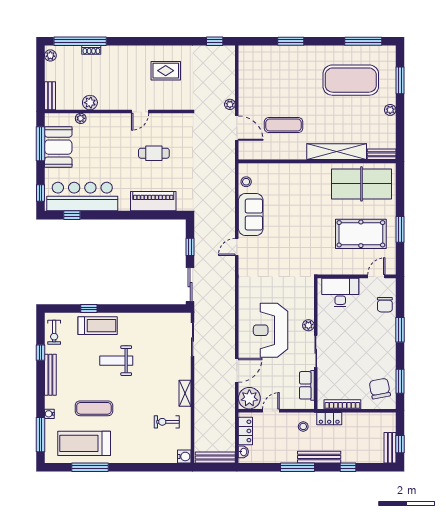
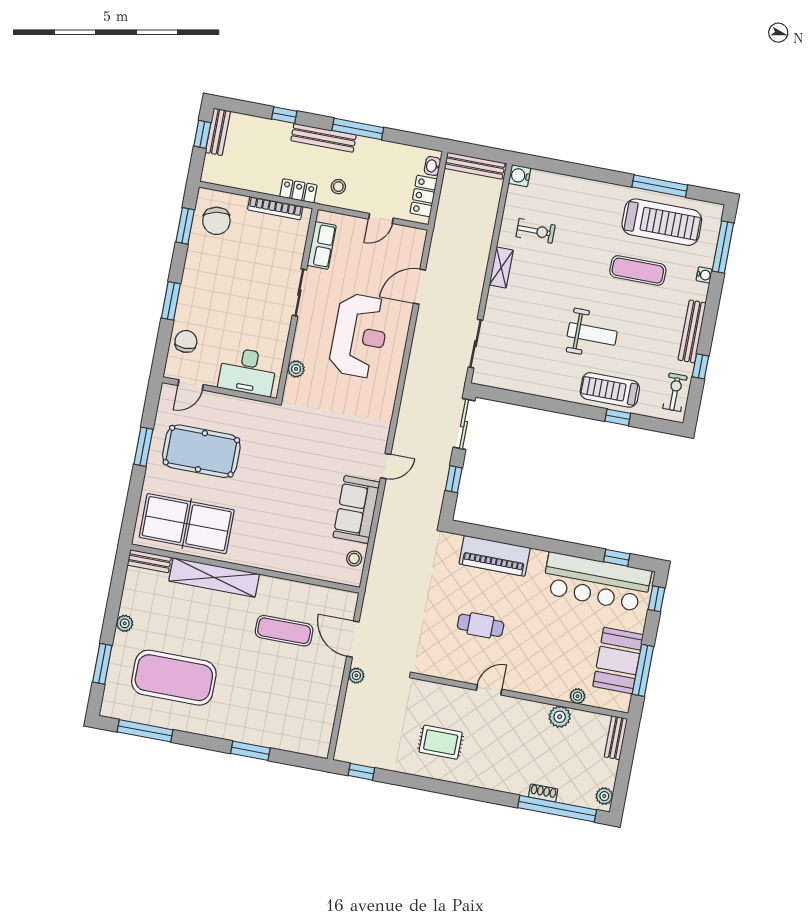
plant: (308, 325) -> (296, 369), moved
plant: (249, 398) -> (409, 243), removed

